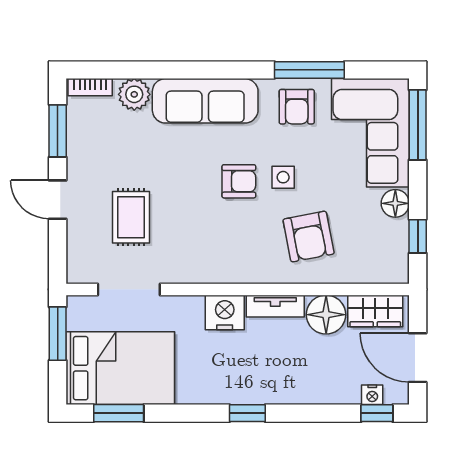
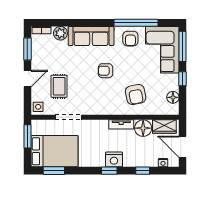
window: (309, 70) -> (136, 23), width x1.46
side table: (283, 177) -> (38, 107), moved
armchair: (239, 181) -> (106, 71), turned 180
door: (58, 200) -> (27, 79), swing flipped
floor lamp: (395, 203) -> (173, 97), moved
window: (418, 236) -> (183, 79), moved
doorway: (129, 289) -> (69, 117), moved
nightstand: (225, 312) -> (114, 159), moved, turned 180
window: (377, 413) -> (143, 171), moved

